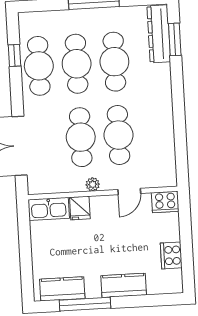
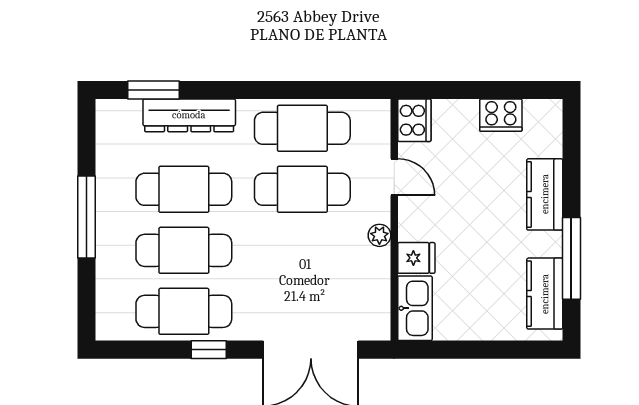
dresser: (159, 34) -> (189, 115), moved
window: (14, 55) -> (209, 350), moved
cafe table: (81, 137) -> (302, 128), moved

